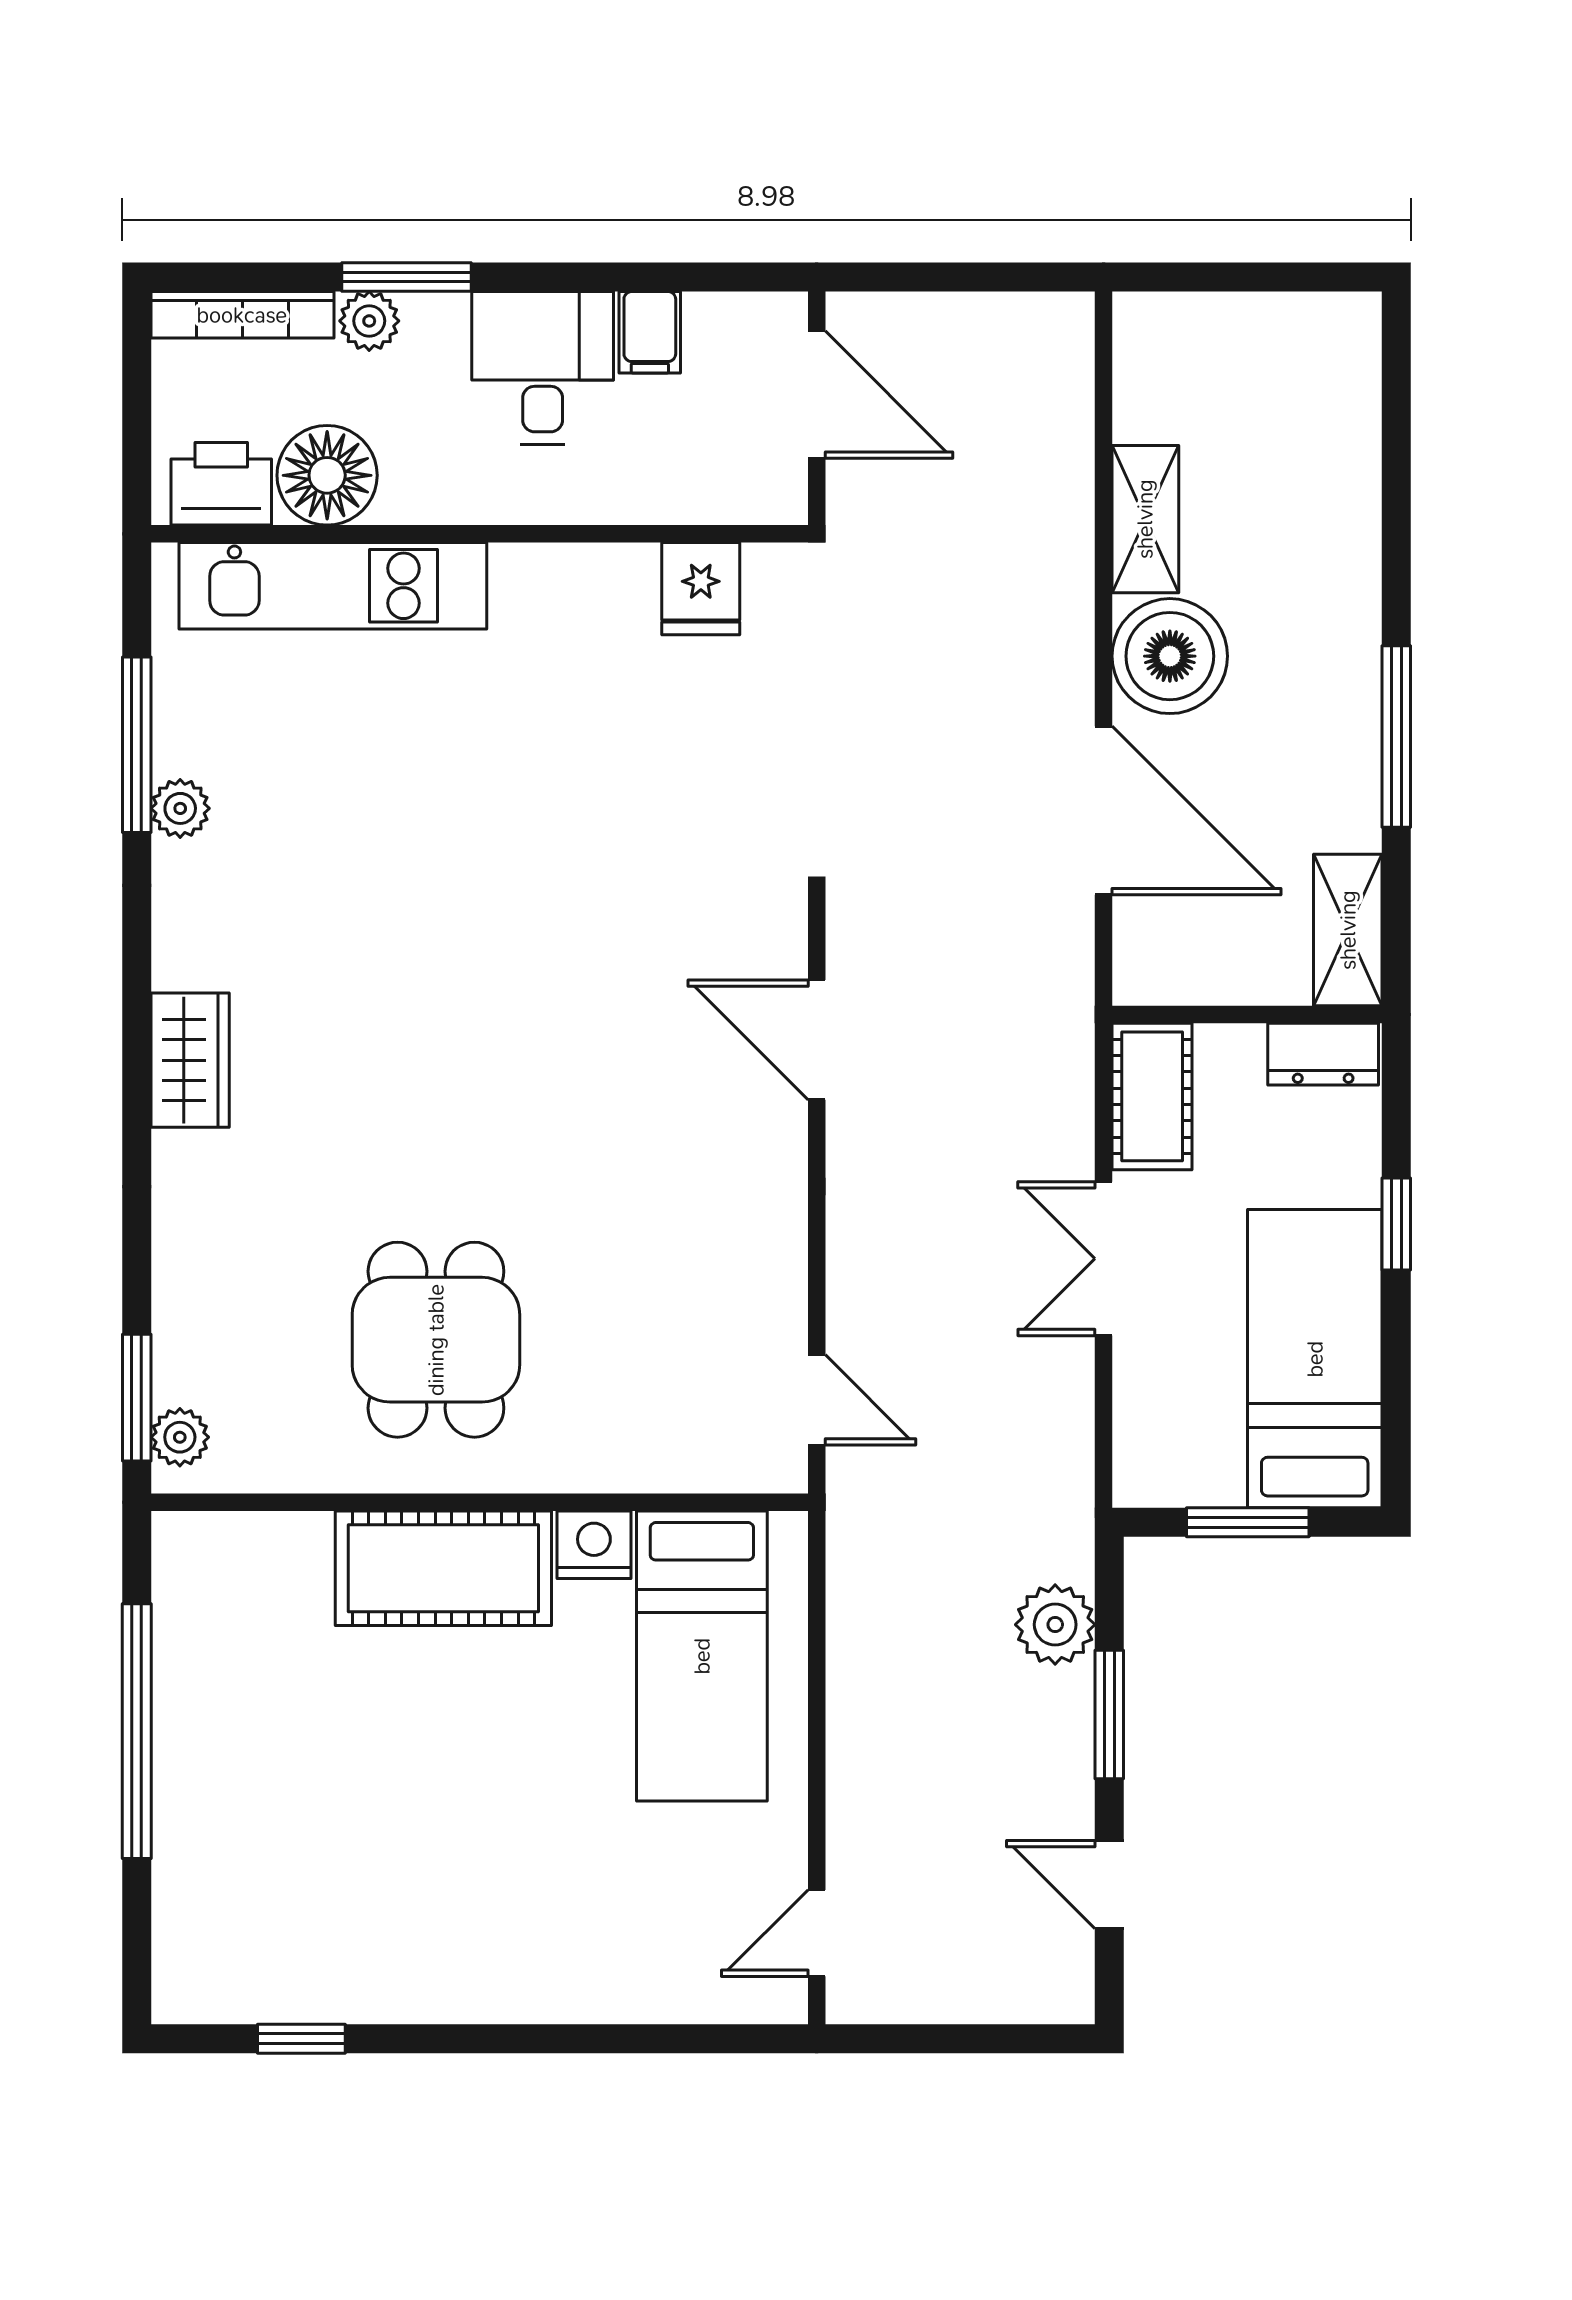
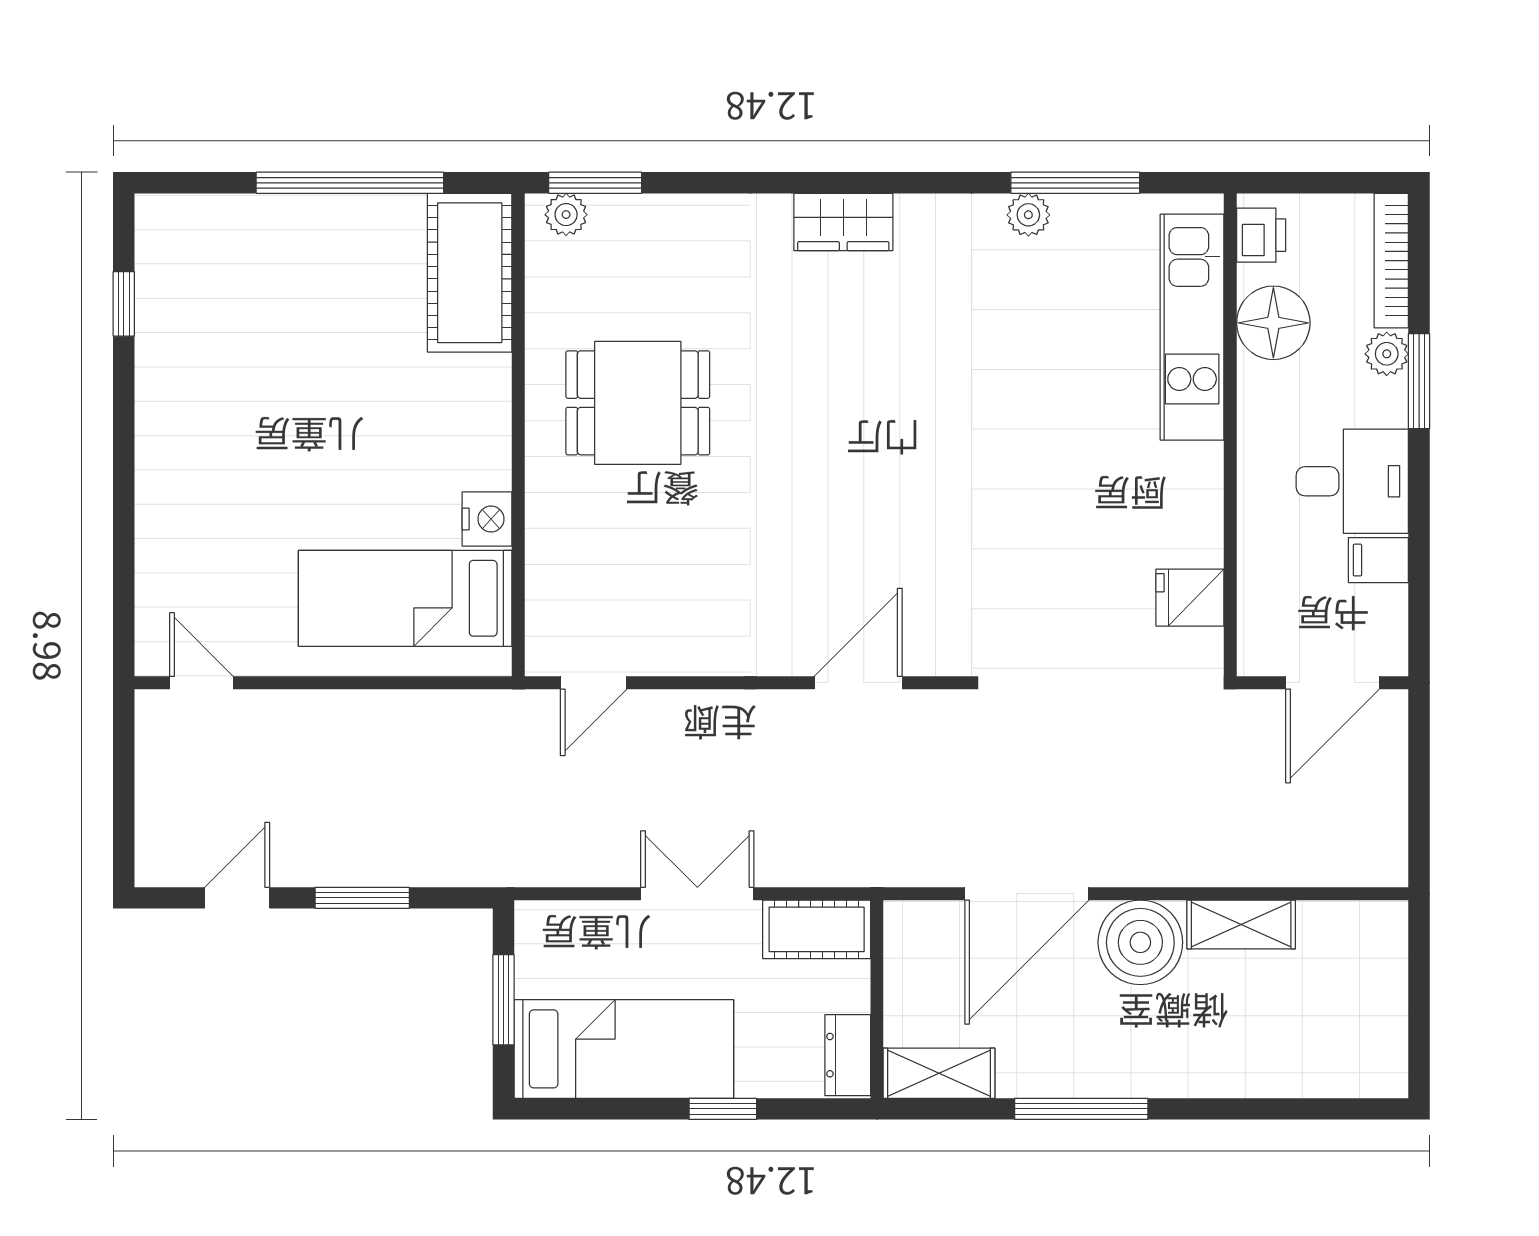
printer: (221, 484) -> (1261, 235), width x0.73, depth x0.81
cot: (443, 1568) -> (470, 273), moved
plant: (1055, 1625) -> (428, 858), removed

